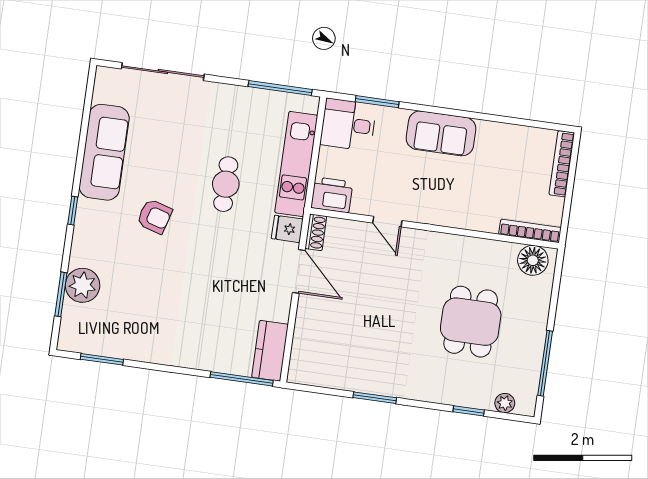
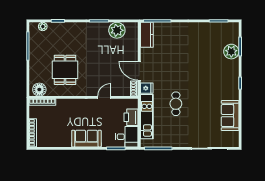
sofa: (104, 152) -> (230, 116), width x0.73
printer: (332, 195) -> (131, 117), moved, turned 90
armchair: (155, 216) -> (205, 86), removed
door: (387, 222) -> (104, 97), hinge flipped
dining table: (471, 322) -> (65, 70), moved
plant: (337, 371) -> (117, 30), added

